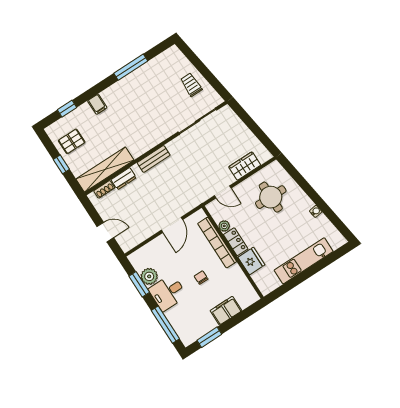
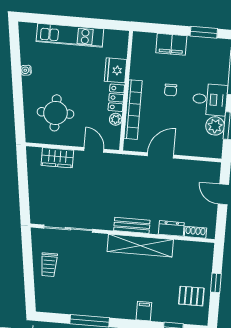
shelving: (105, 170) -> (140, 246), moved

